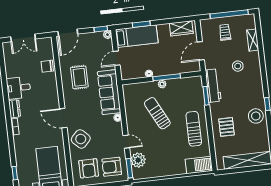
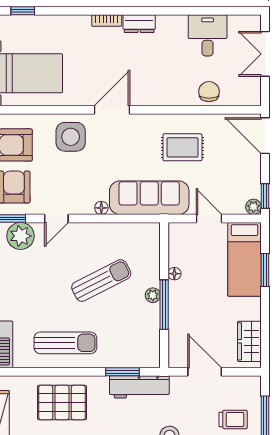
desk: (19, 88) -> (208, 35), moved
pallet: (227, 127) -> (62, 403), width x1.50, depth x1.42
side table: (81, 139) -> (71, 137), turned 45

